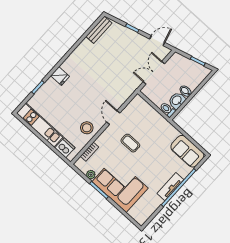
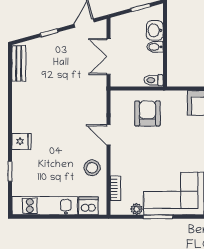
washbasin: (177, 101) -> (155, 30), moved
armchair: (147, 125) -> (147, 113), added
coffee table: (130, 143) -> (147, 145), removed

